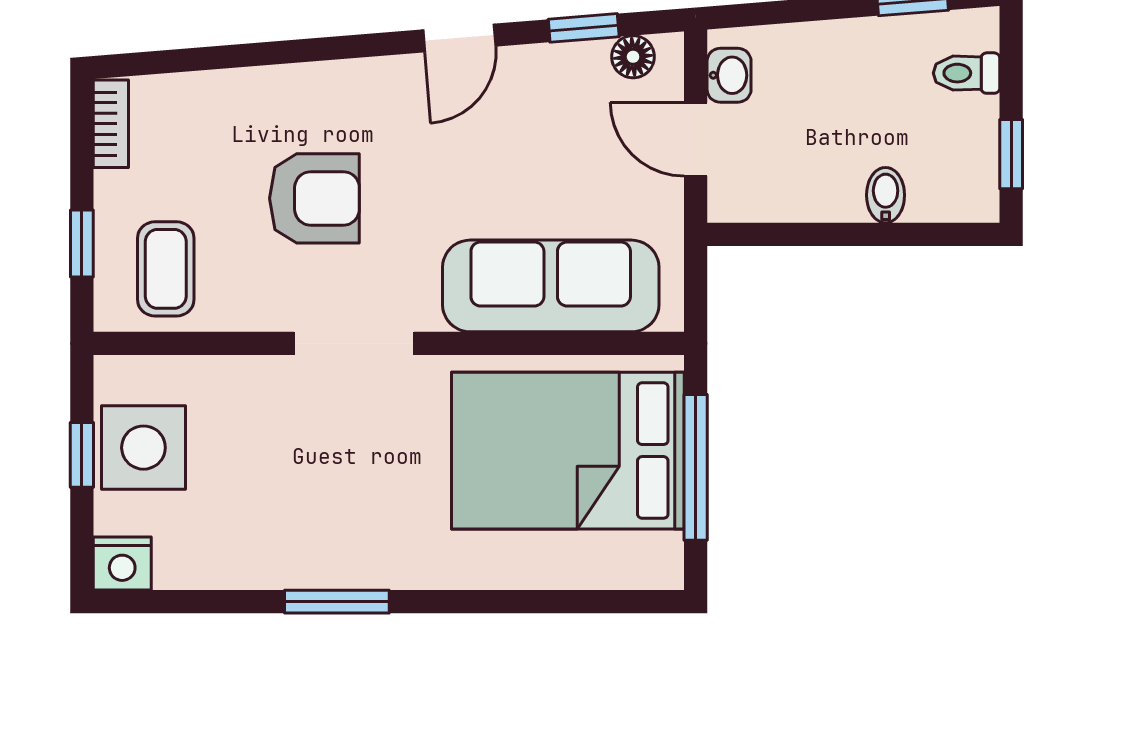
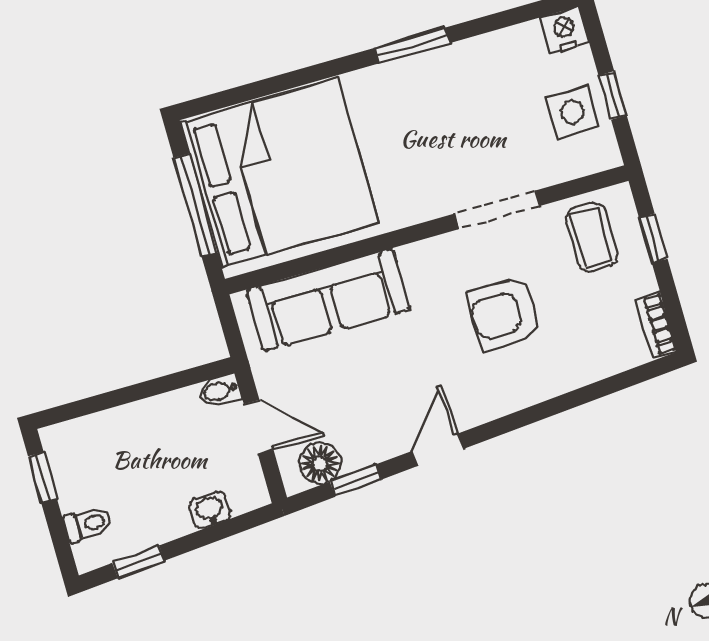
floor lamp: (633, 57) -> (320, 463), width x1.37, depth x1.37
washbasin: (729, 75) -> (210, 510), moved, turned 85
bidet: (886, 195) -> (220, 391), moved, turned 90
doorway: (354, 343) -> (497, 210), moved
side table: (143, 448) -> (572, 112), width x0.73, depth x0.73
bed: (568, 451) -> (280, 173), width x1.36

